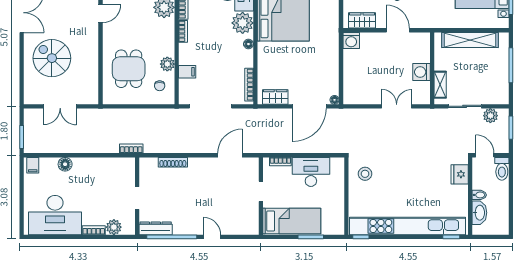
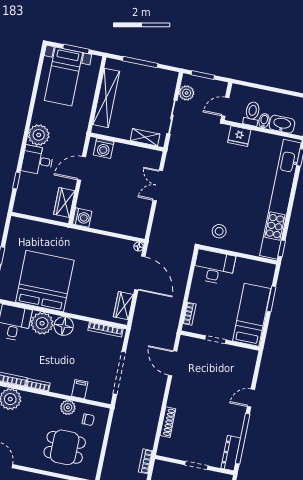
floor lamp: (248, 44) -> (64, 326), width x1.89, depth x1.89
washing machine: (421, 72) -> (104, 148), moved
toilet: (502, 169) -> (252, 114), moved, turned -90
desk: (311, 172) -> (214, 267), moved, turned 90

